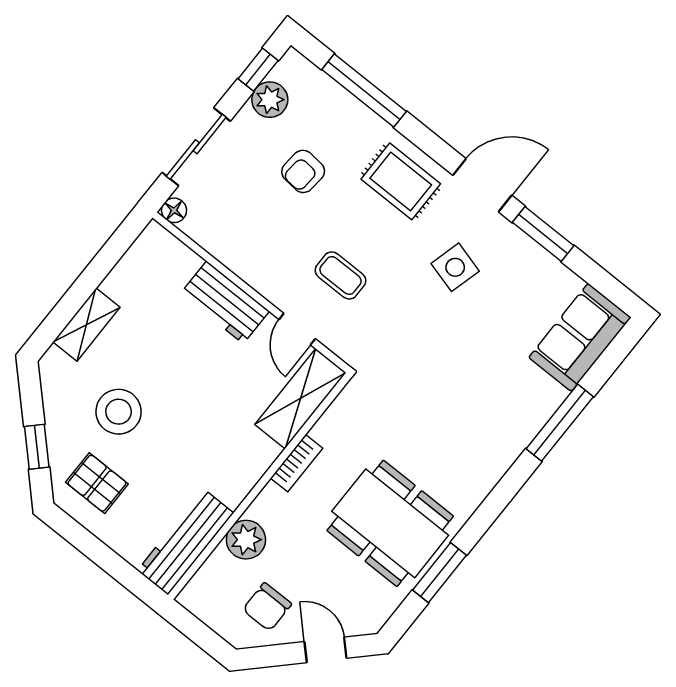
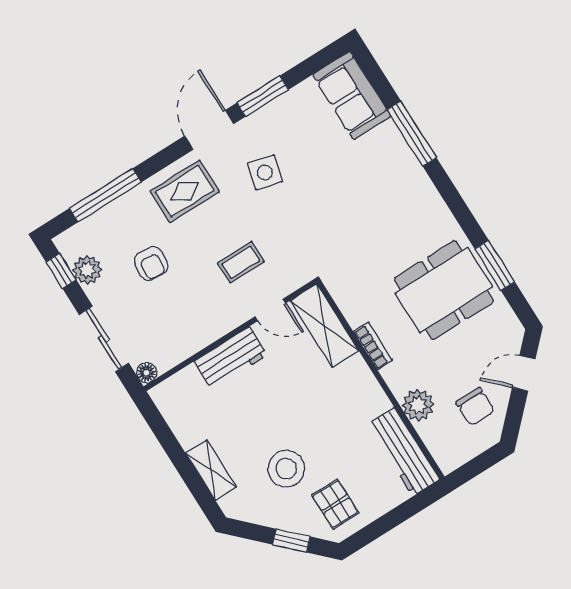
pallet: (97, 483) -> (335, 504), turned 90

